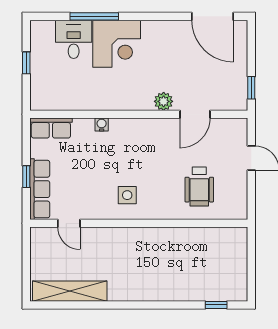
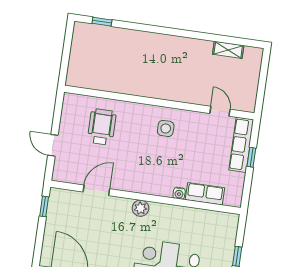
plant: (164, 101) -> (140, 208), moved
row of seats: (51, 128) -> (205, 194), moved
shelving: (70, 291) -> (228, 50), width x0.45, depth x0.75

